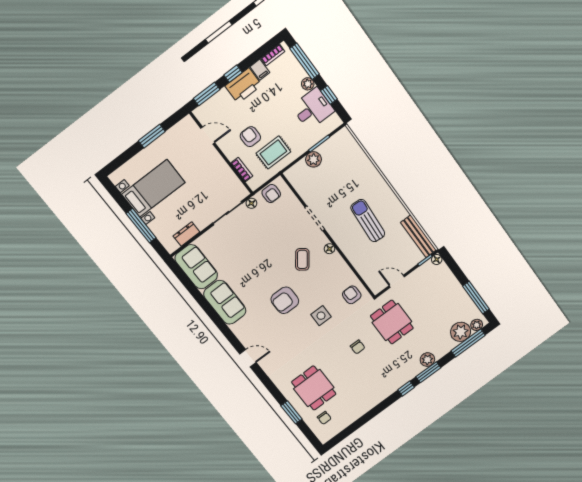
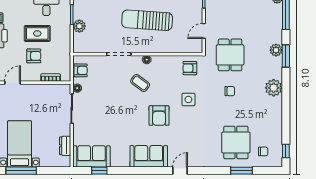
armchair: (250, 137) -> (34, 56), turned 180
rug: (273, 152) -> (37, 33), moved, turned 90
sun lounger: (368, 221) -> (147, 20), width x1.36, depth x1.34
window: (141, 226) -> (21, 171), moved
window: (188, 284) -> (99, 171), added
sofa: (225, 302) -> (149, 156), moved
dining table: (392, 322) -> (230, 55), turned 90
plant: (461, 332) -> (274, 88), moved
dining table: (314, 388) -> (236, 142), turned 90
window: (406, 389) -> (286, 151), moved

